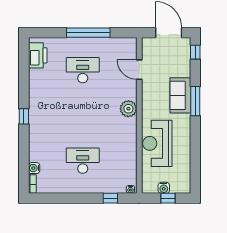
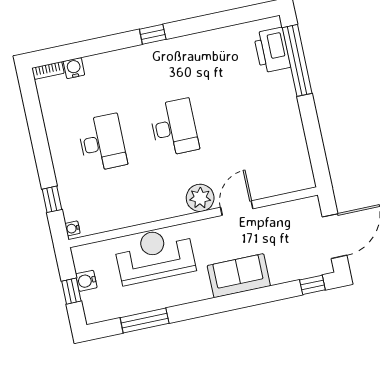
window: (88, 33) -> (297, 60), moved
printer: (38, 55) -> (272, 50), moved, turned 90
desk: (83, 70) -> (174, 127), moved
door: (139, 70) -> (237, 208), moved
window: (195, 101) -> (145, 321), moved

